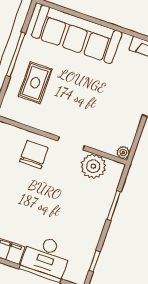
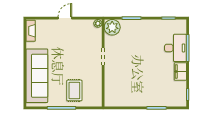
rug: (35, 83) -> (74, 90), turned 90
chair: (34, 155) -> (118, 76), removed
plant: (93, 166) -> (112, 27), moved

